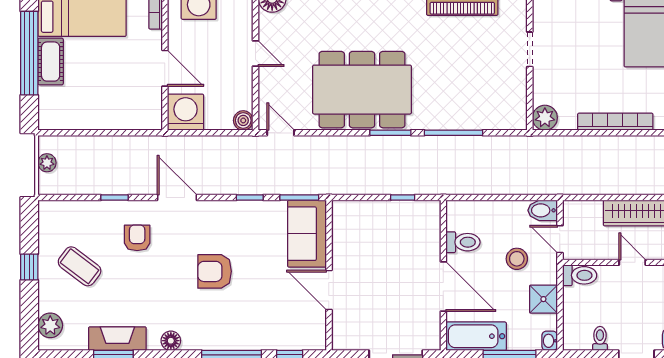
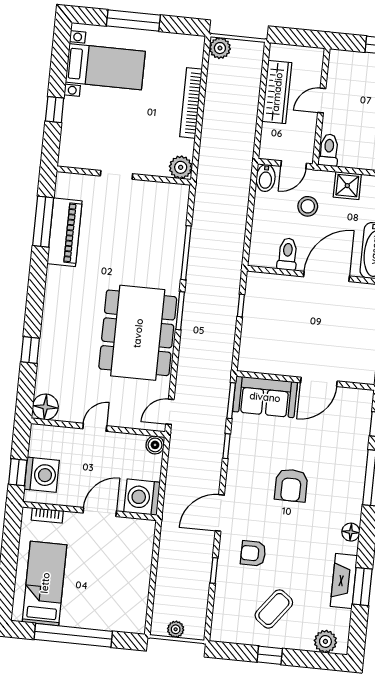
cot: (51, 62) -> (83, 616), removed

